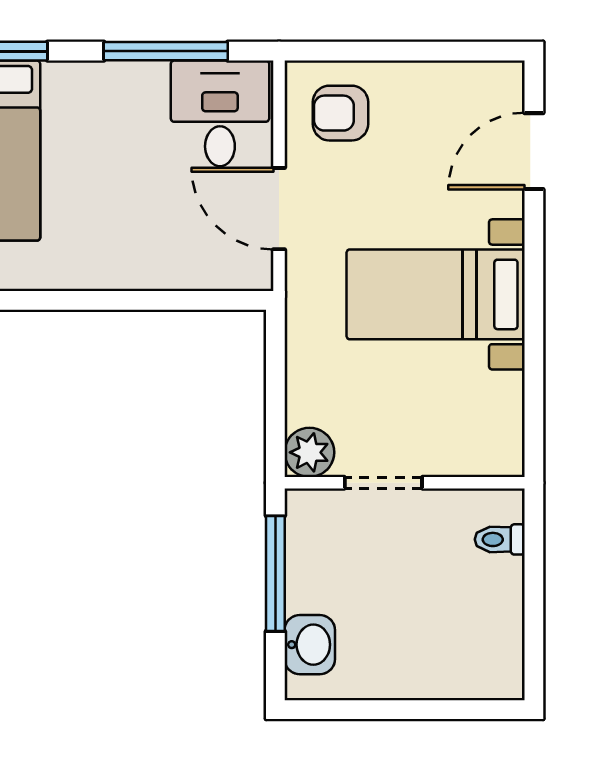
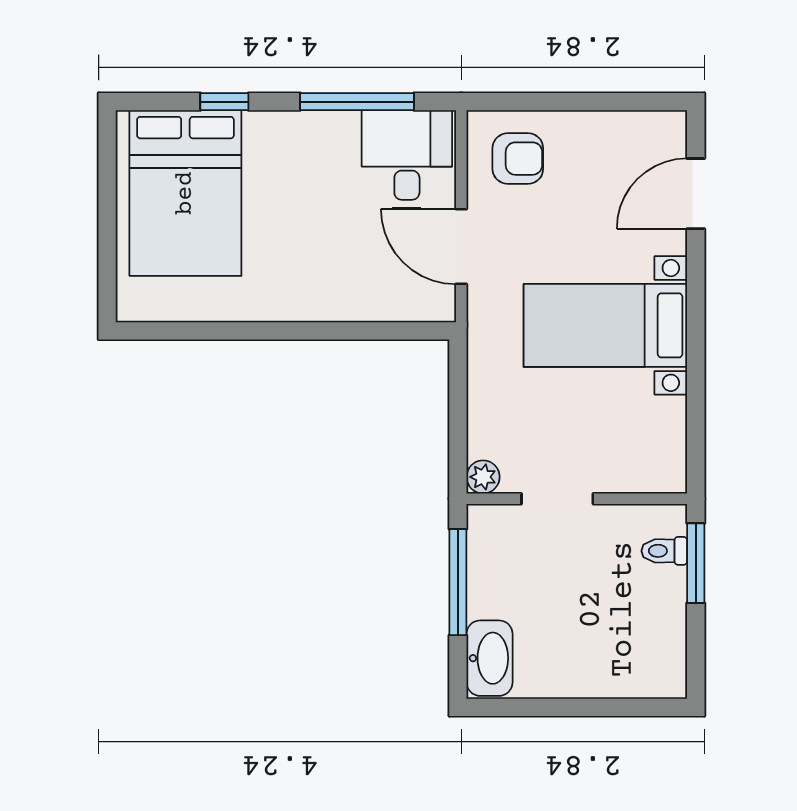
armchair: (341, 113) -> (518, 159), turned 180
plant: (309, 452) -> (483, 477), width x0.73, depth x0.73
window: (534, 553) -> (696, 563), added
washbasin: (310, 645) -> (490, 658), width x1.38

